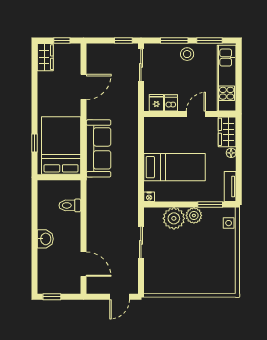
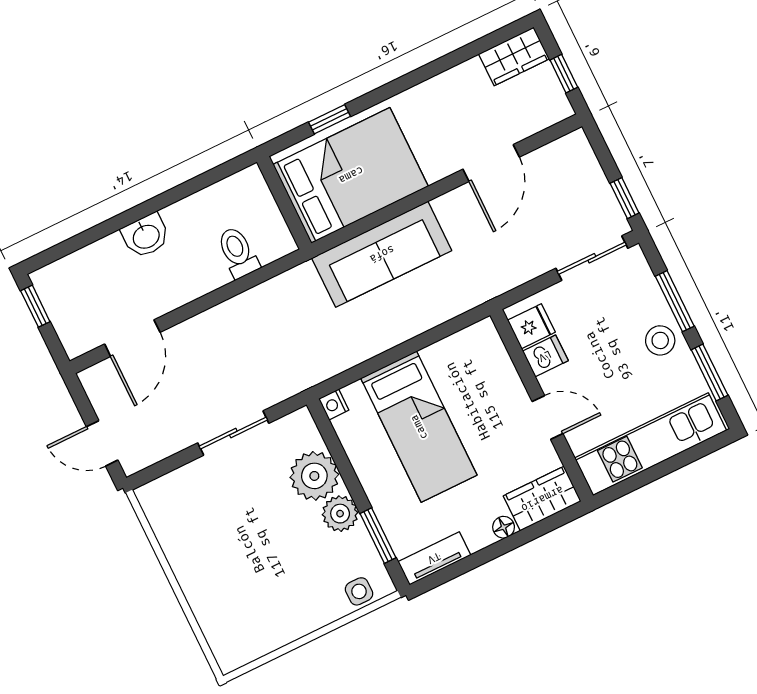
door: (83, 87) -> (491, 163), hinge flipped

